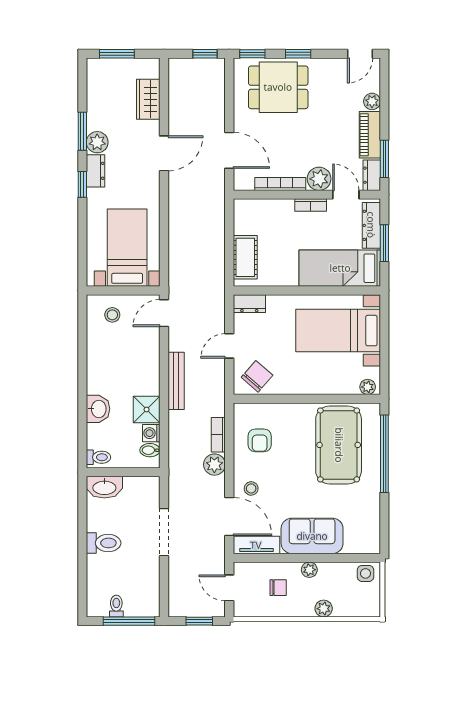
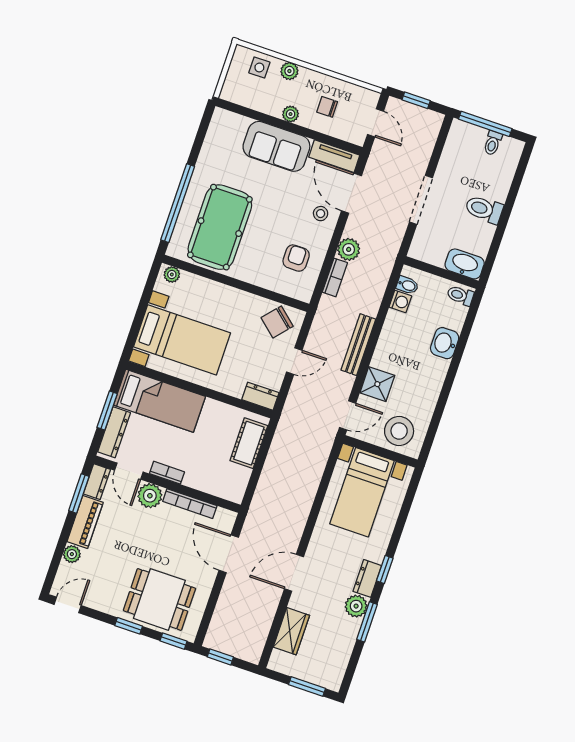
stool: (112, 315) -> (399, 431), width x1.89, depth x1.89
shower: (147, 410) -> (377, 384), moved
side table: (365, 573) -> (259, 67), moved

